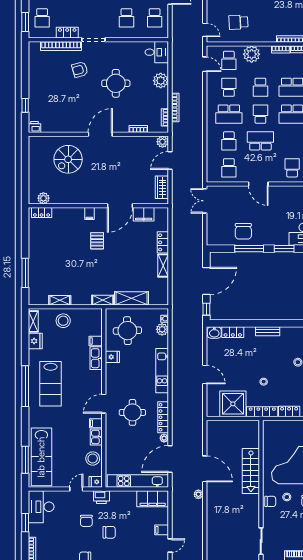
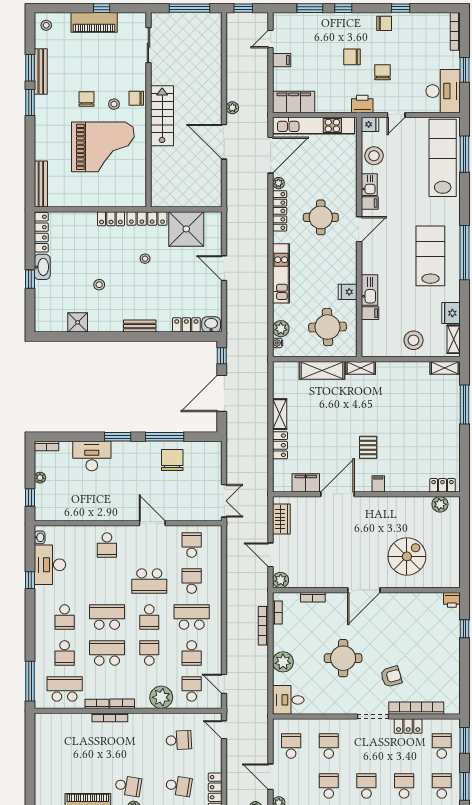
door: (170, 161) -> (271, 555), swing flipped
shelving: (60, 300) -> (445, 368), moved
stairs: (251, 471) -> (162, 116), moved

